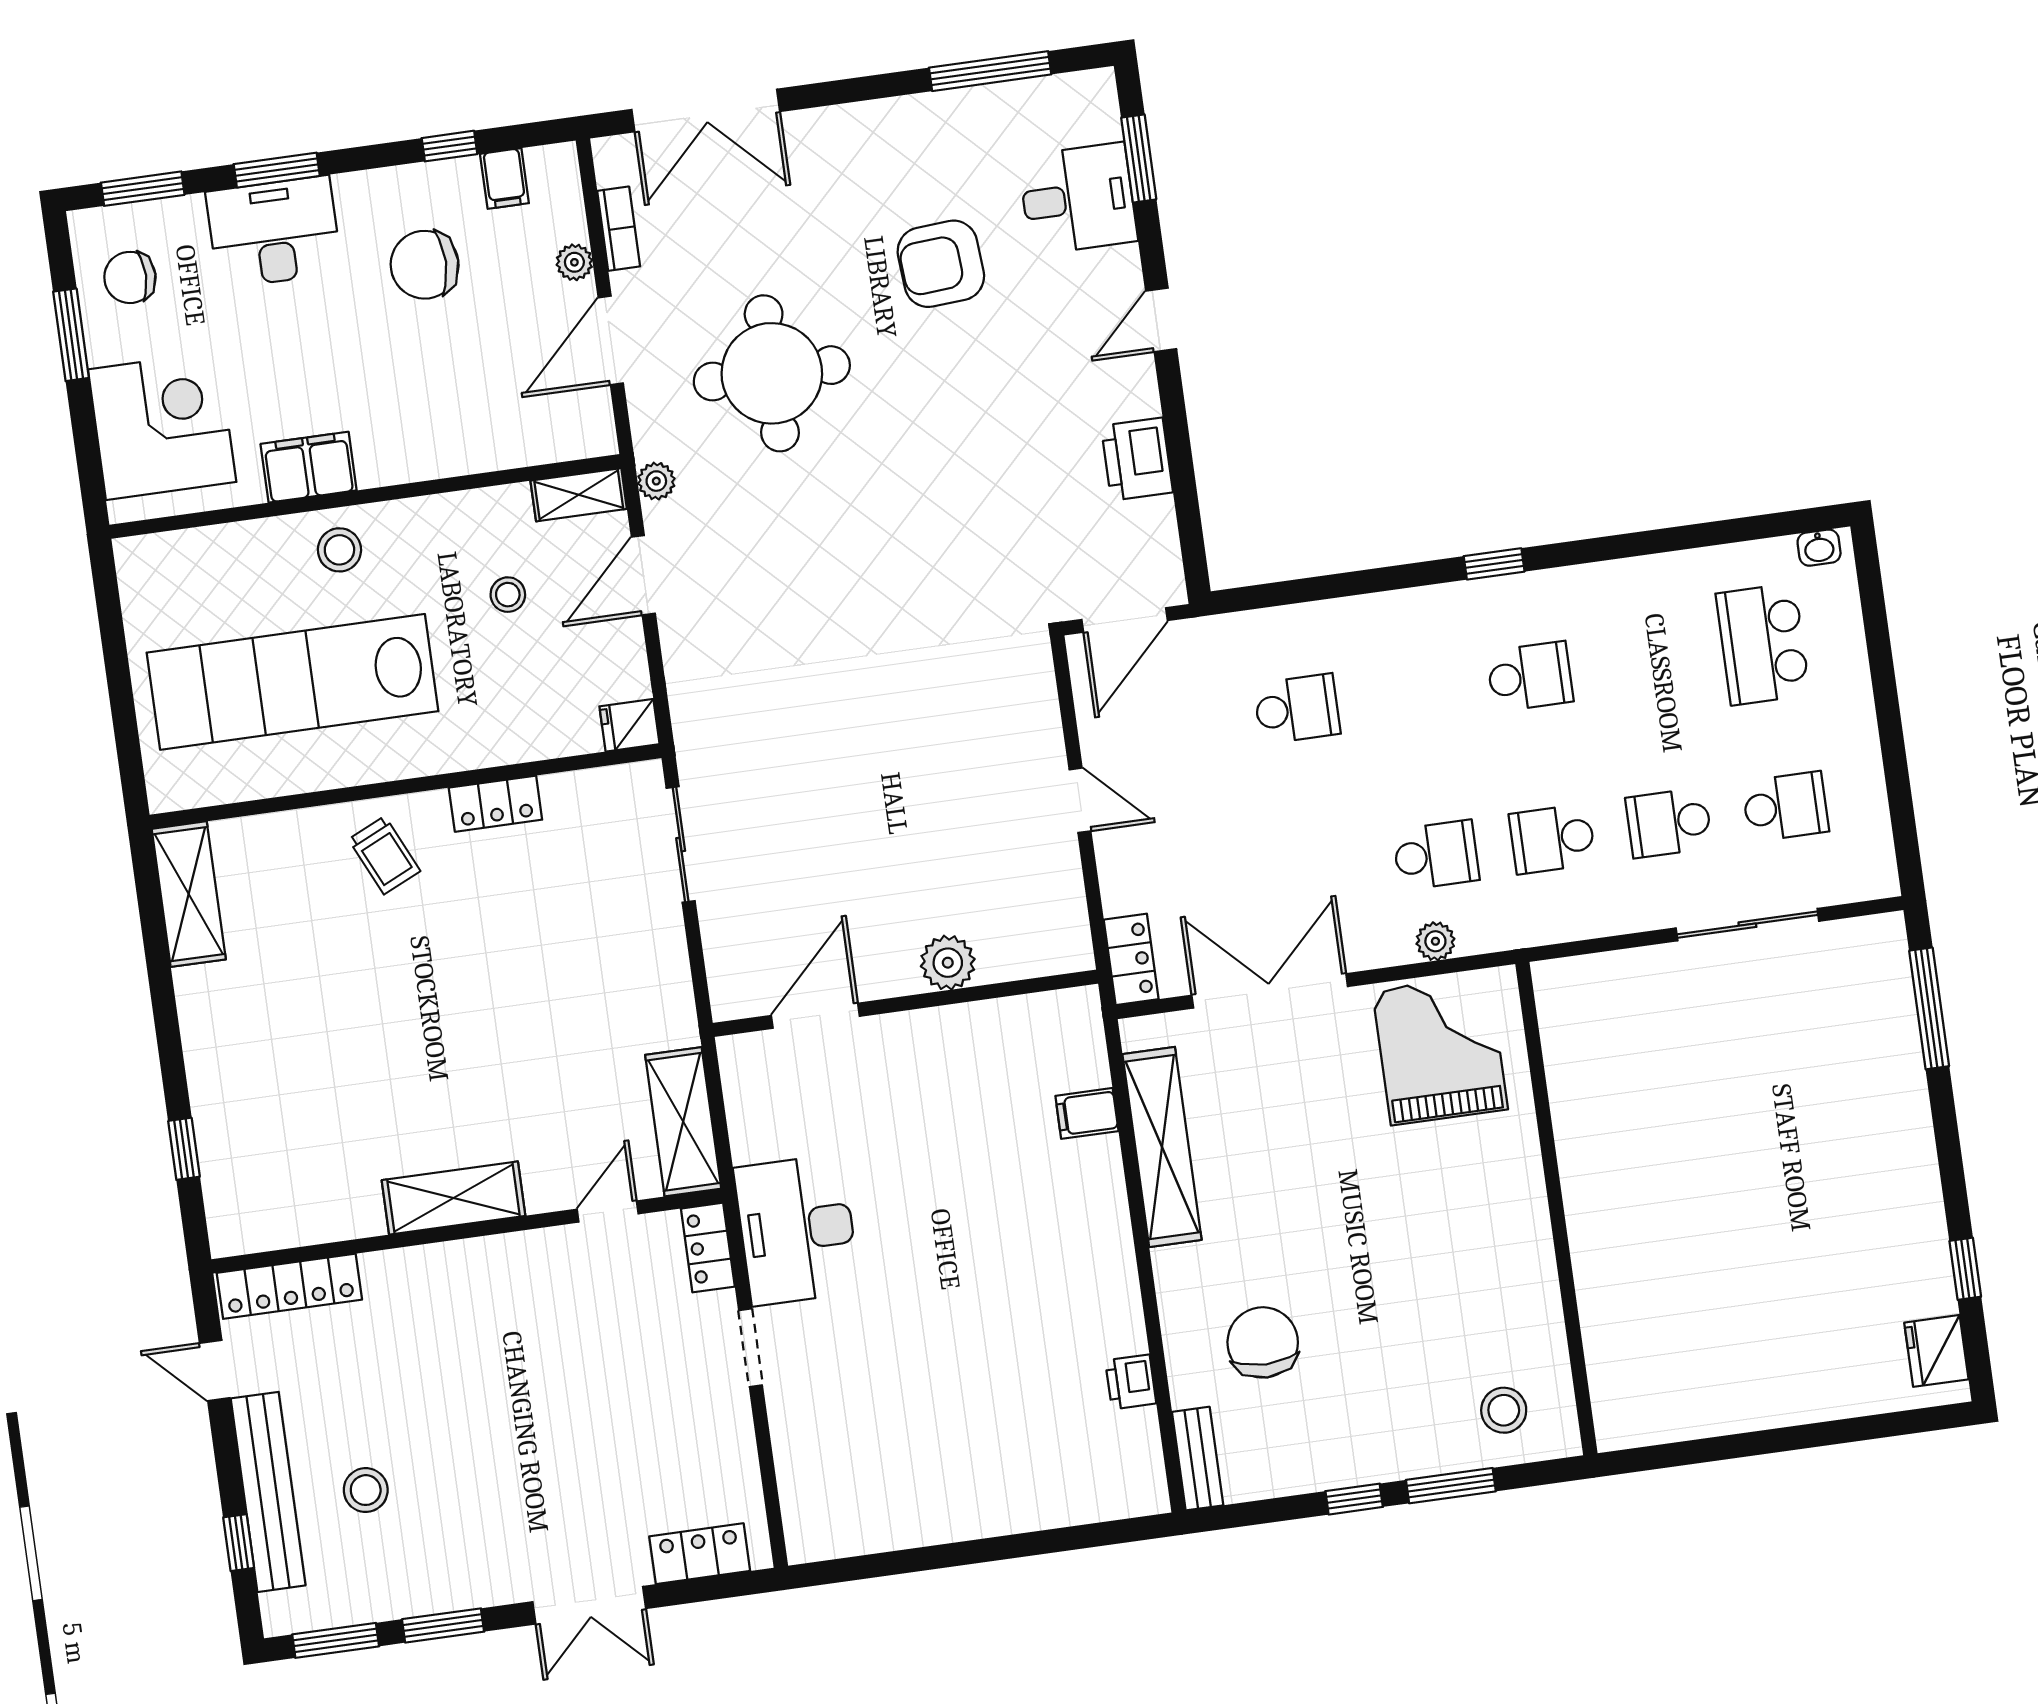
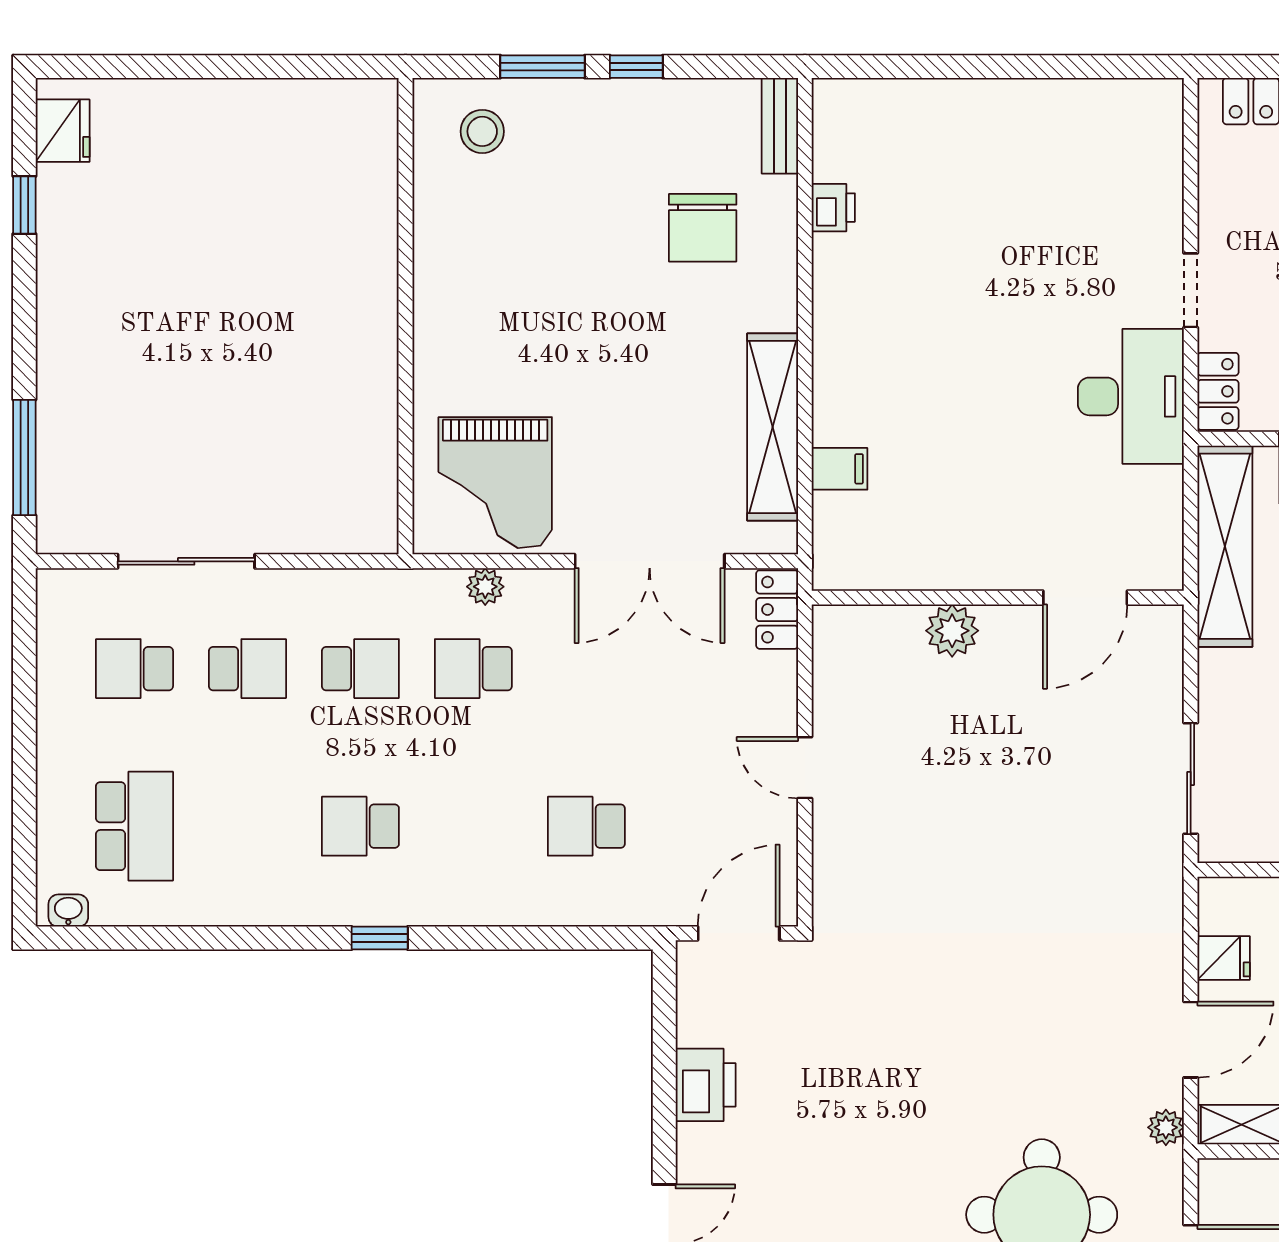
fridge: (629, 725) -> (1224, 958), moved
shelving: (683, 1122) -> (1225, 546), width x1.47

